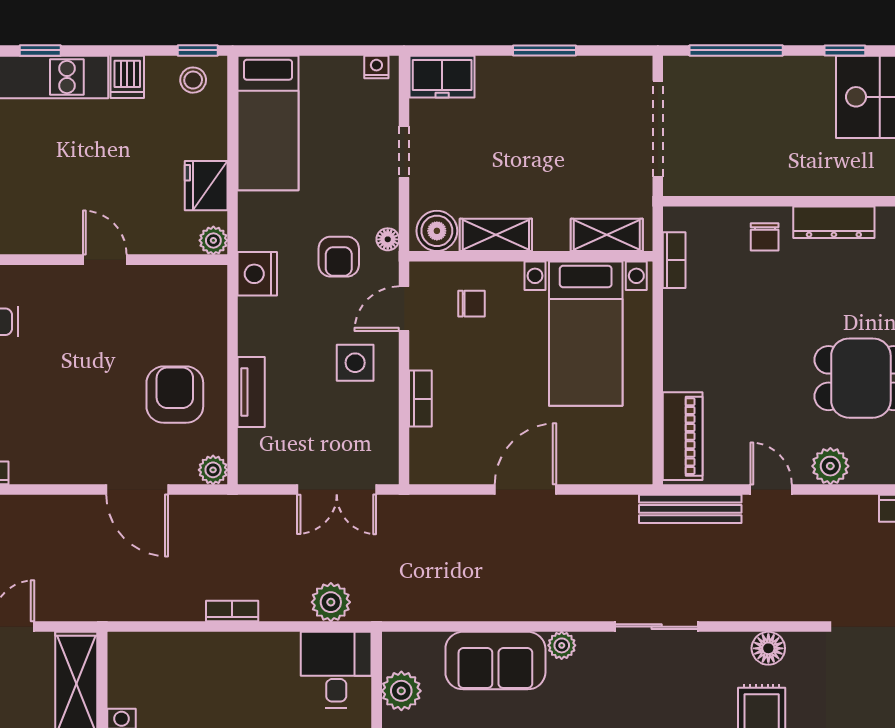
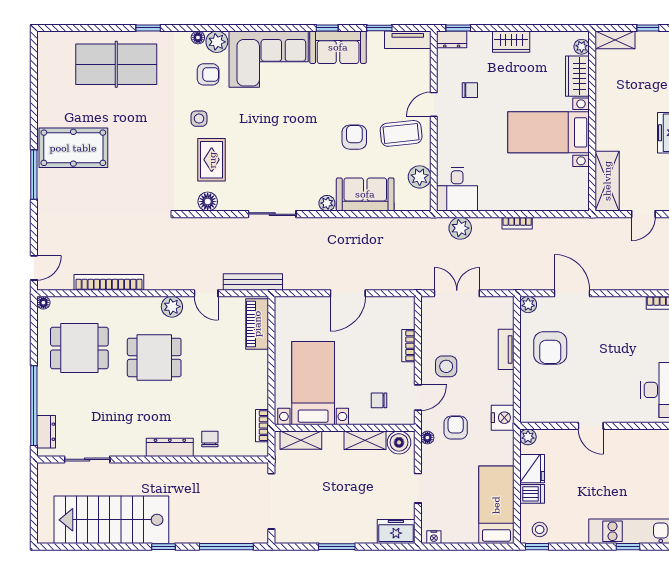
dishwasher: (127, 77) -> (532, 494), moved, turned 90

